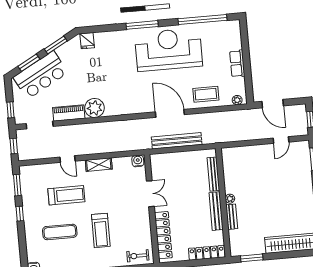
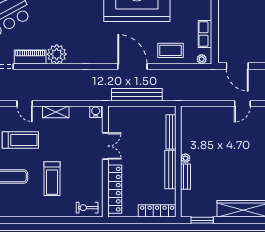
row of seats: (237, 64) -> (205, 34), moved

